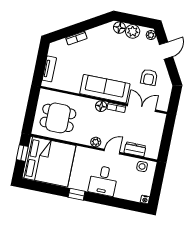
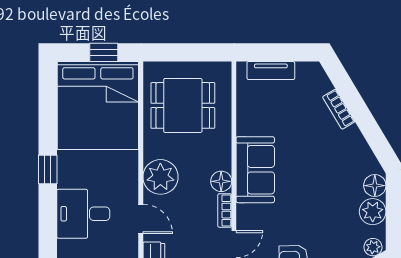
sofa: (105, 89) -> (255, 170), width x0.73
dining table: (58, 118) -> (183, 105), turned 90
plant: (96, 142) -> (160, 177), width x1.87, depth x1.87

